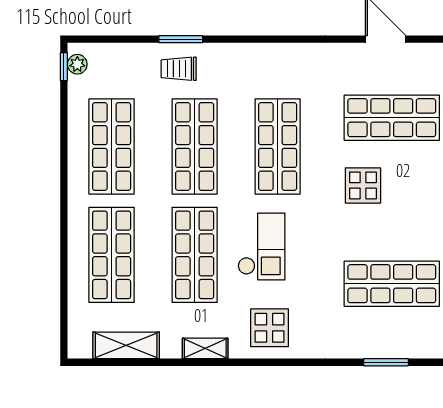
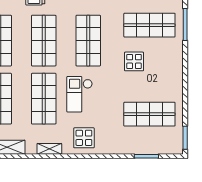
checkout: (261, 246) -> (80, 94), turned 180

